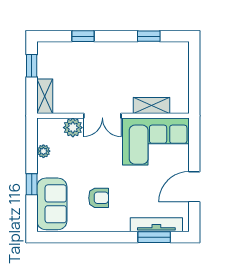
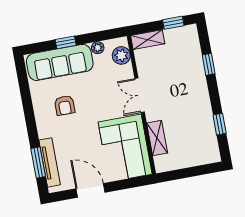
plant: (73, 128) -> (121, 55), moved
sofa: (52, 204) -> (60, 62), width x1.36

